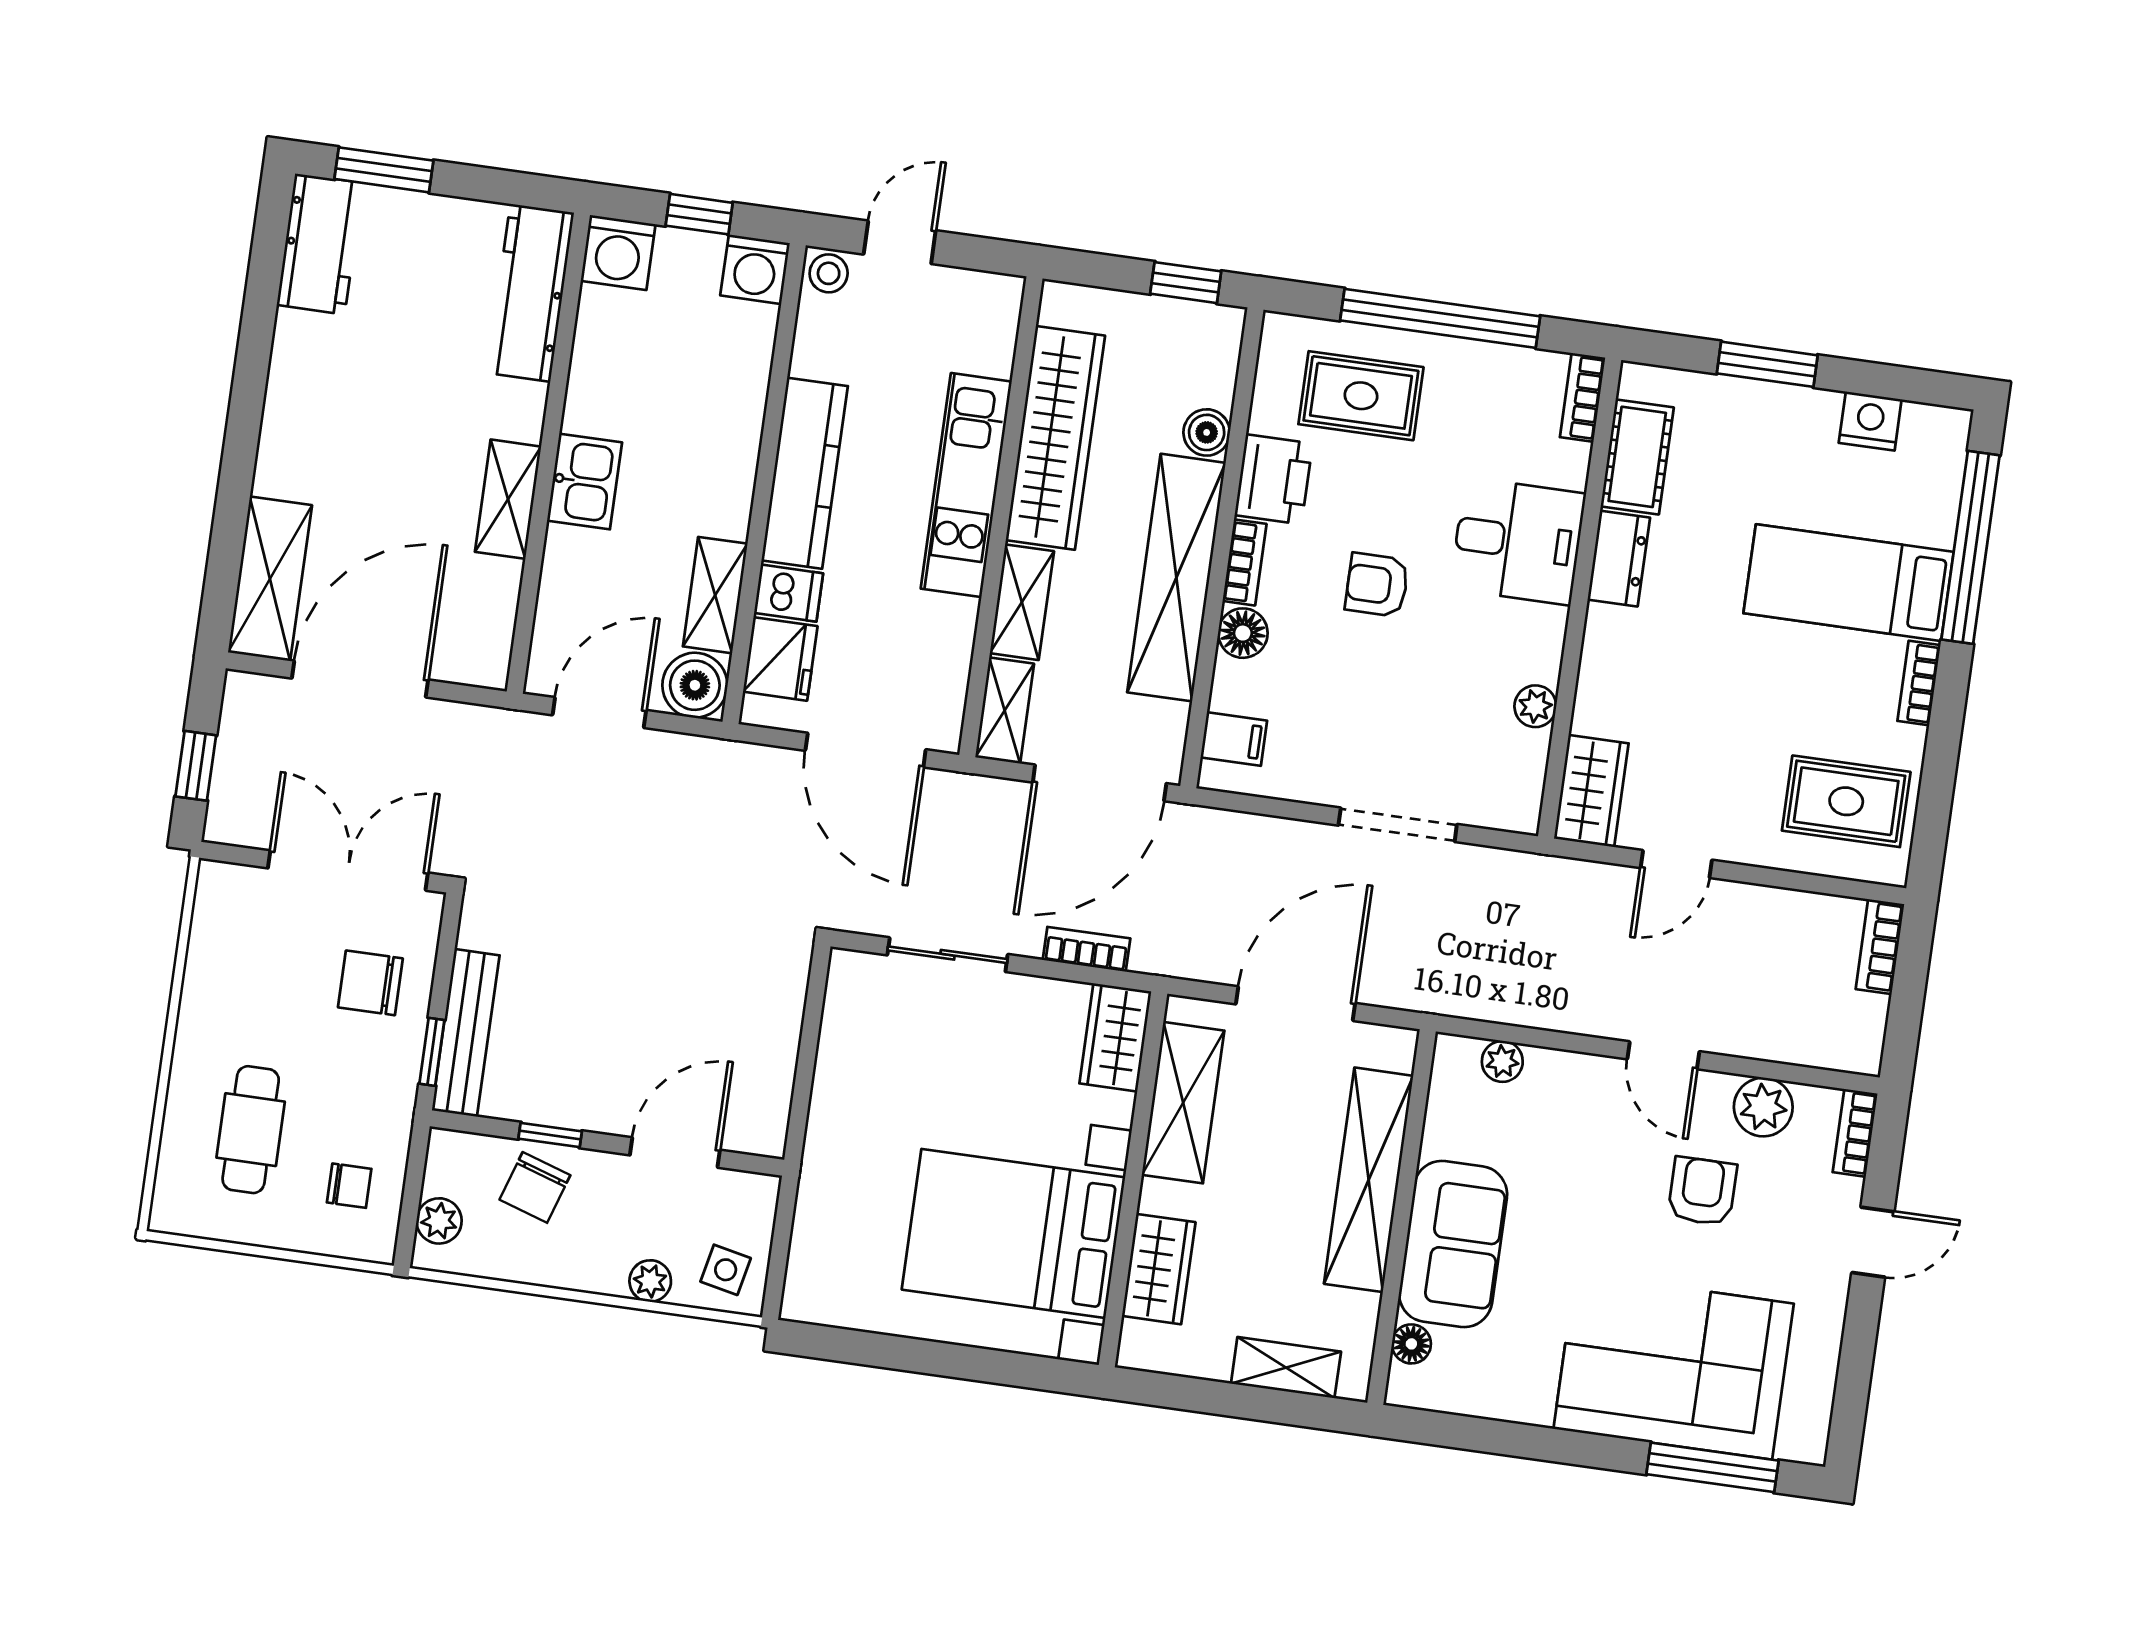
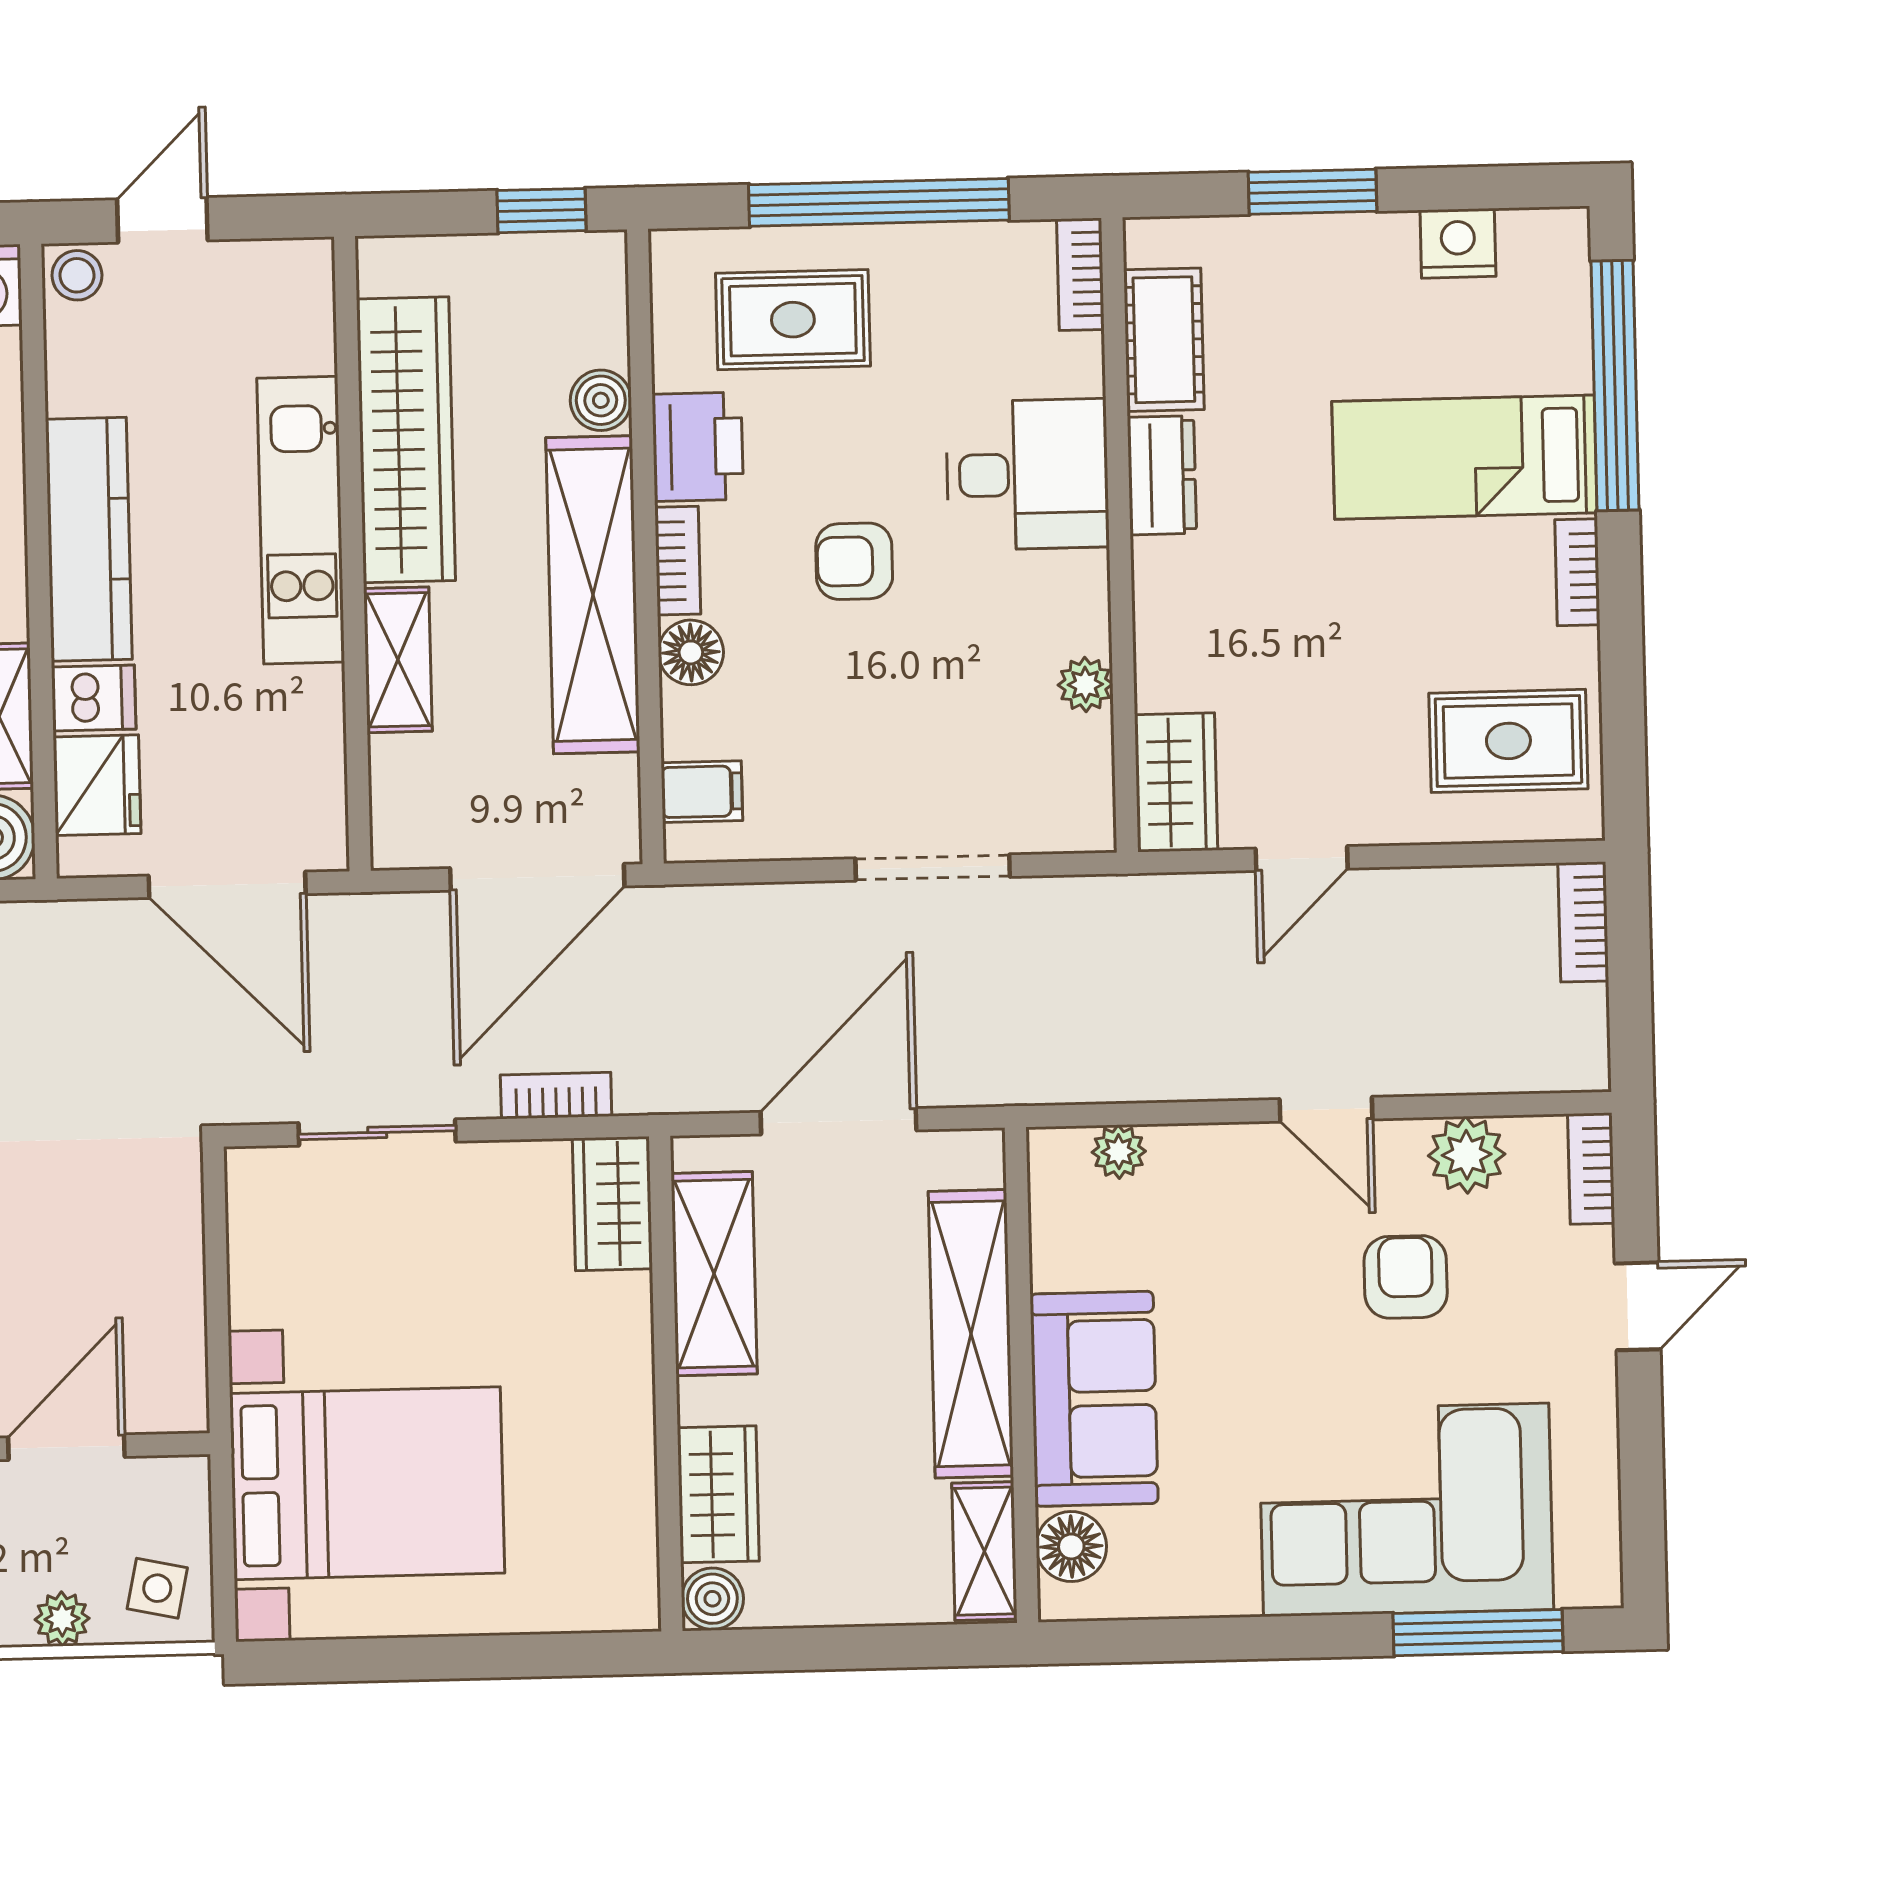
shelving: (1005, 711) -> (399, 804), removed
bed with nightstands: (1013, 1233) -> (367, 1483), moved, turned 180
floor lamp: (1411, 1344) -> (1071, 1546), width x1.37, depth x1.37
boiler: (1141, 1347) -> (712, 1599), added
shelving: (1286, 1368) -> (984, 1551), moved, turned 90

